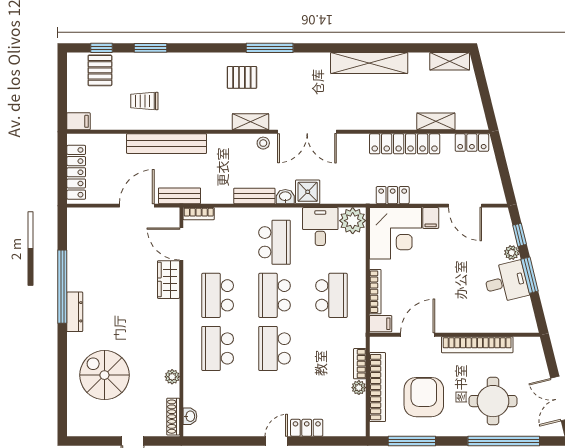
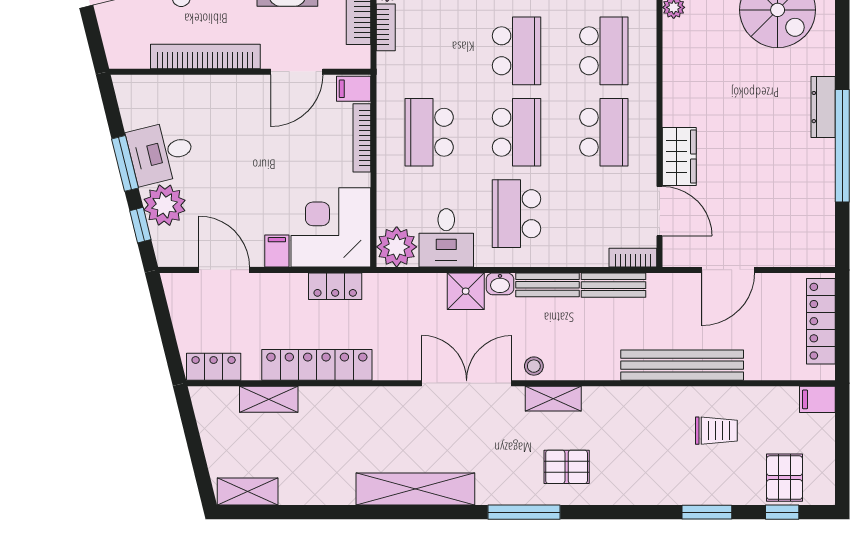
shelving: (369, 63) -> (415, 489), moved
bench: (180, 196) -> (614, 285), moved
plant: (512, 253) -> (164, 205), width x1.88, depth x1.88

